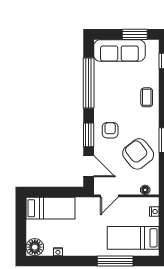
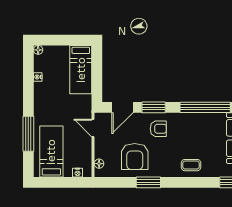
armchair: (138, 154) -> (135, 157), turned 128
floor lamp: (35, 247) -> (38, 50), width x0.53, depth x0.53

